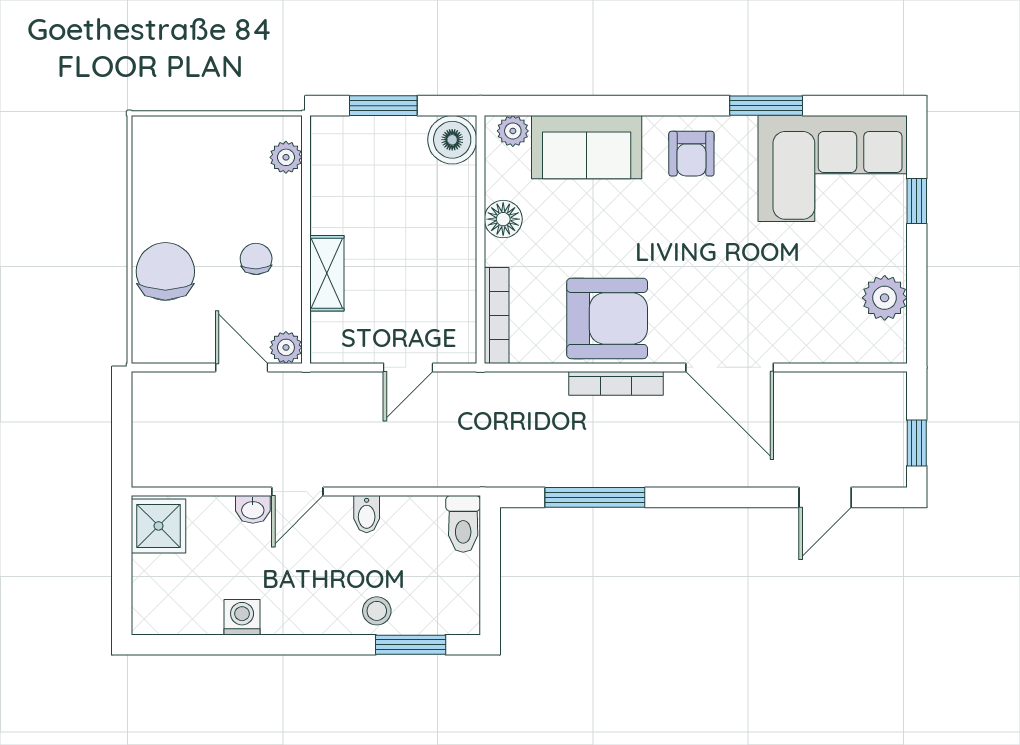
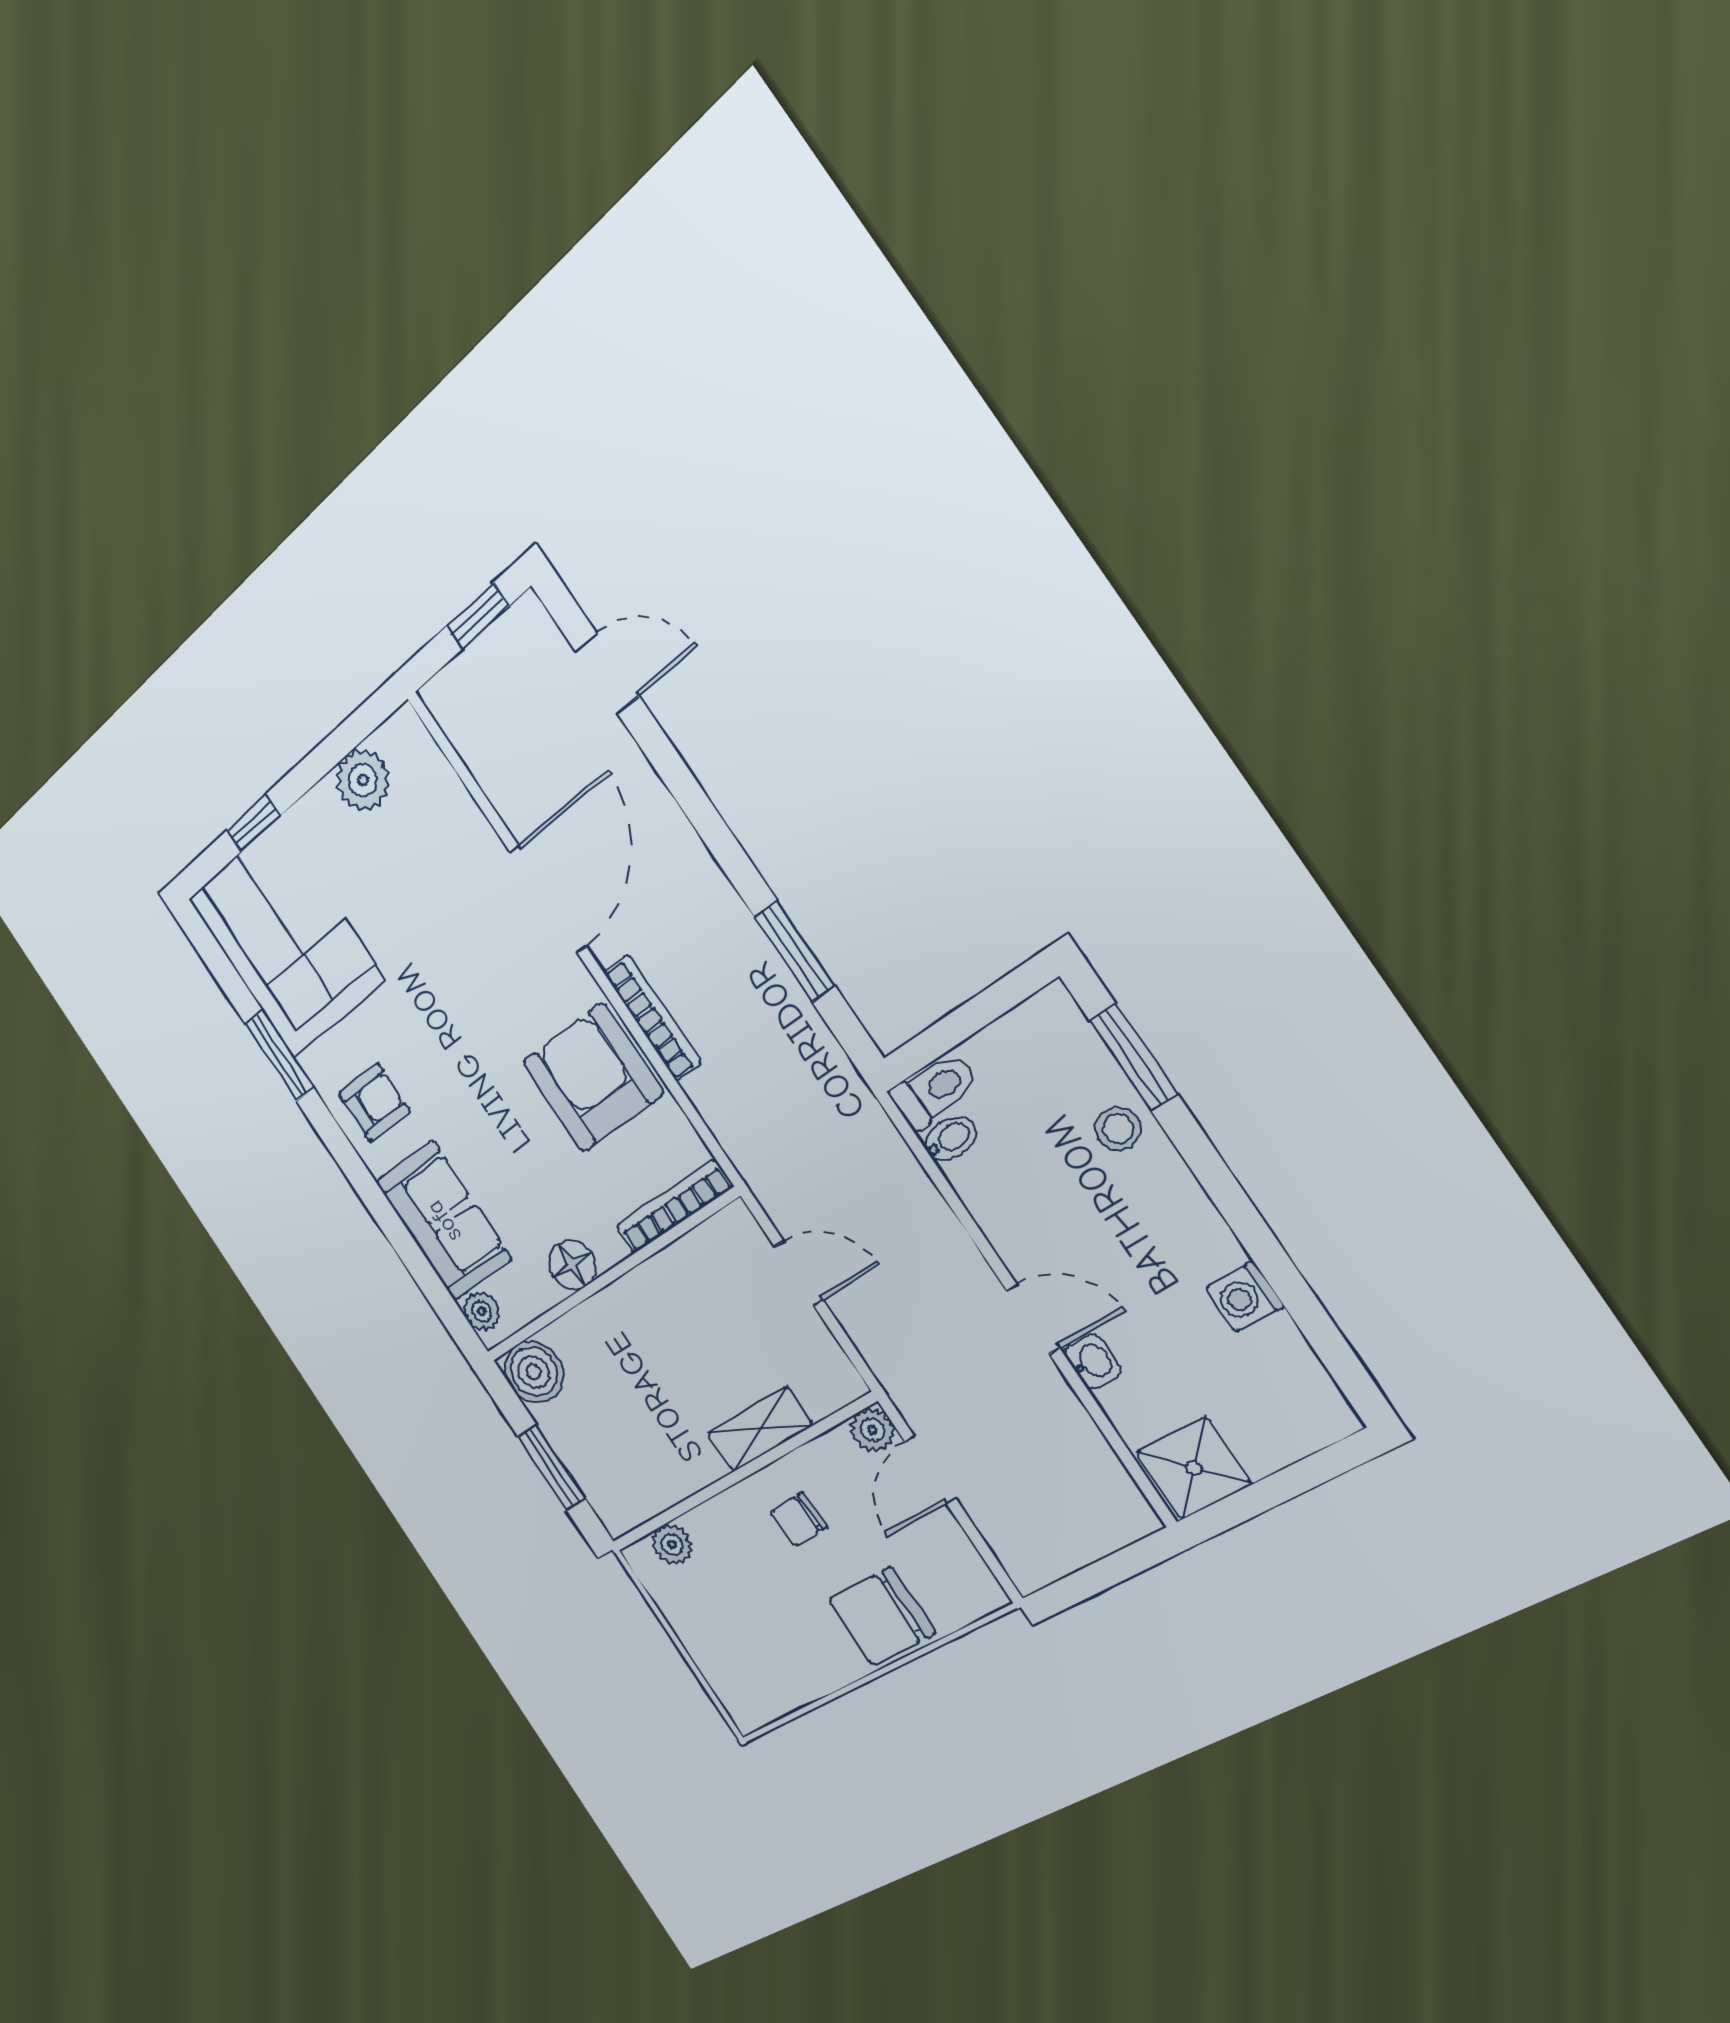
window: (595, 497) -> (795, 951), width x0.69
bidet: (367, 514) -> (950, 1139), moved

